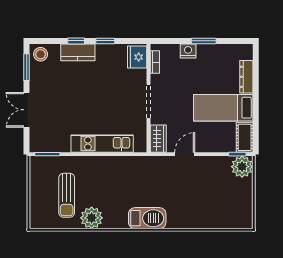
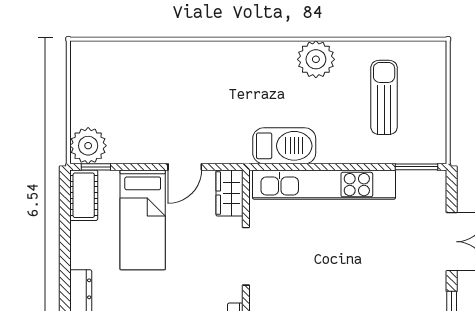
bed: (223, 108) -> (143, 220), moved, turned 90
kitchen unit: (102, 144) -> (324, 185), width x1.36
plant: (92, 218) -> (316, 59), moved
barbecue: (147, 218) -> (284, 146), moved, turned 180

